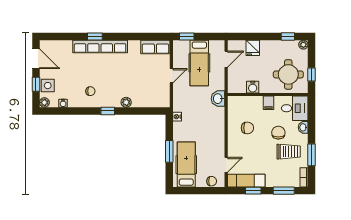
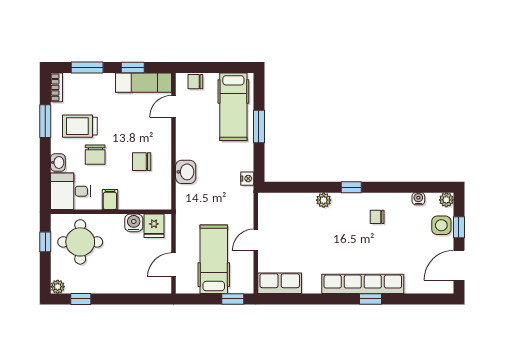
fridge: (253, 48) -> (154, 226), moved, turned 180
door: (36, 59) -> (459, 265), hinge flipped
washbasin: (218, 99) -> (186, 172), moved

